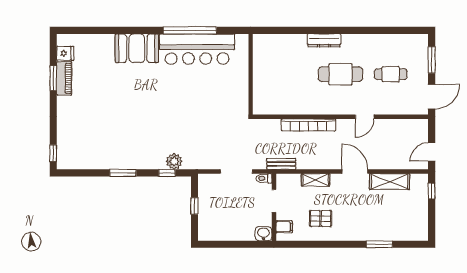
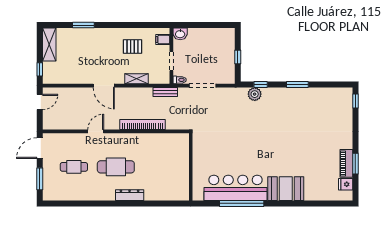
shelving: (390, 182) -> (49, 44), moved, turned 90

